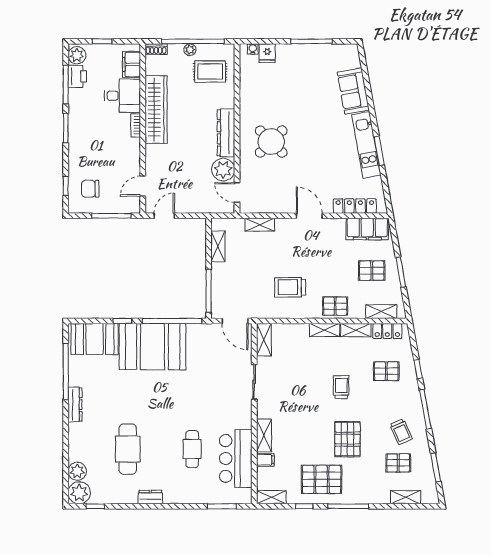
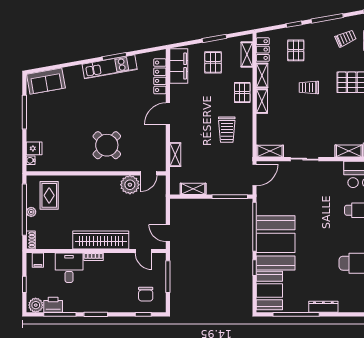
filing cabinet: (131, 64) -> (38, 260), width x0.50
sofa: (353, 91) -> (46, 81), moved
wardrobe: (156, 110) -> (101, 240), moved
dresser: (226, 133) -> (100, 182), removed

